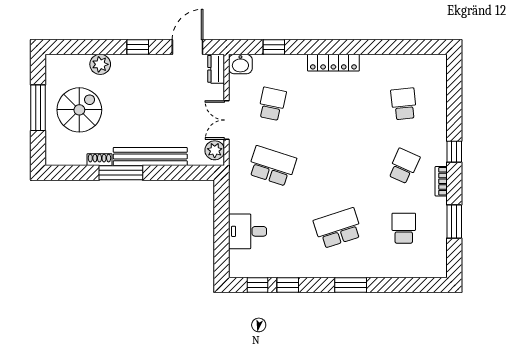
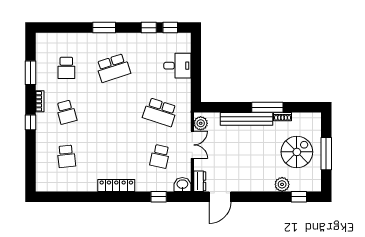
window: (138, 47) -> (299, 197), moved
spiral stairs: (79, 110) -> (297, 152), turned 180
school desk: (404, 166) -> (66, 112), turned -39

